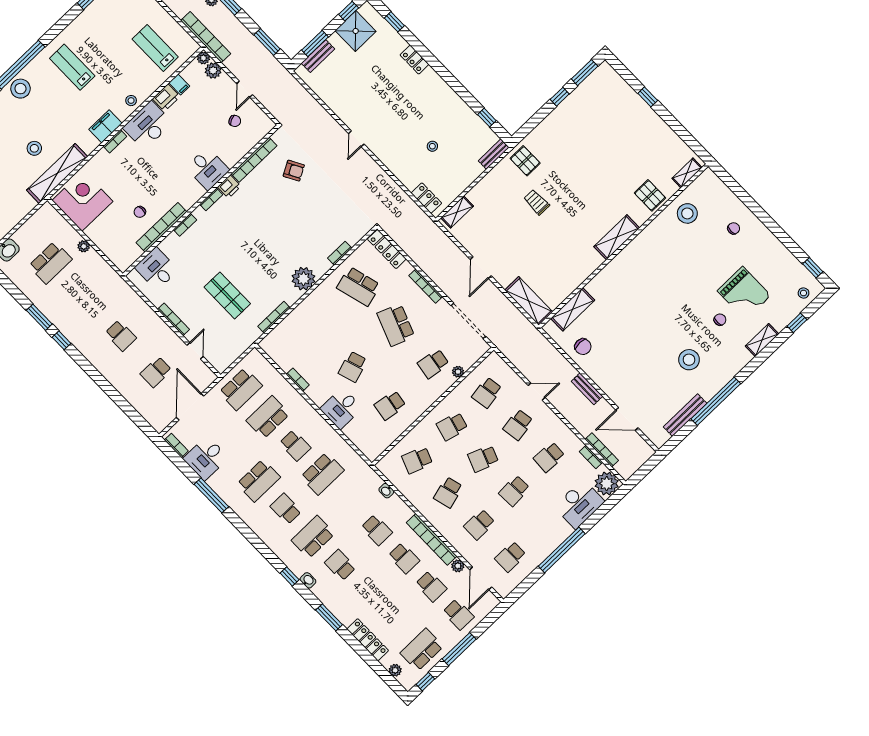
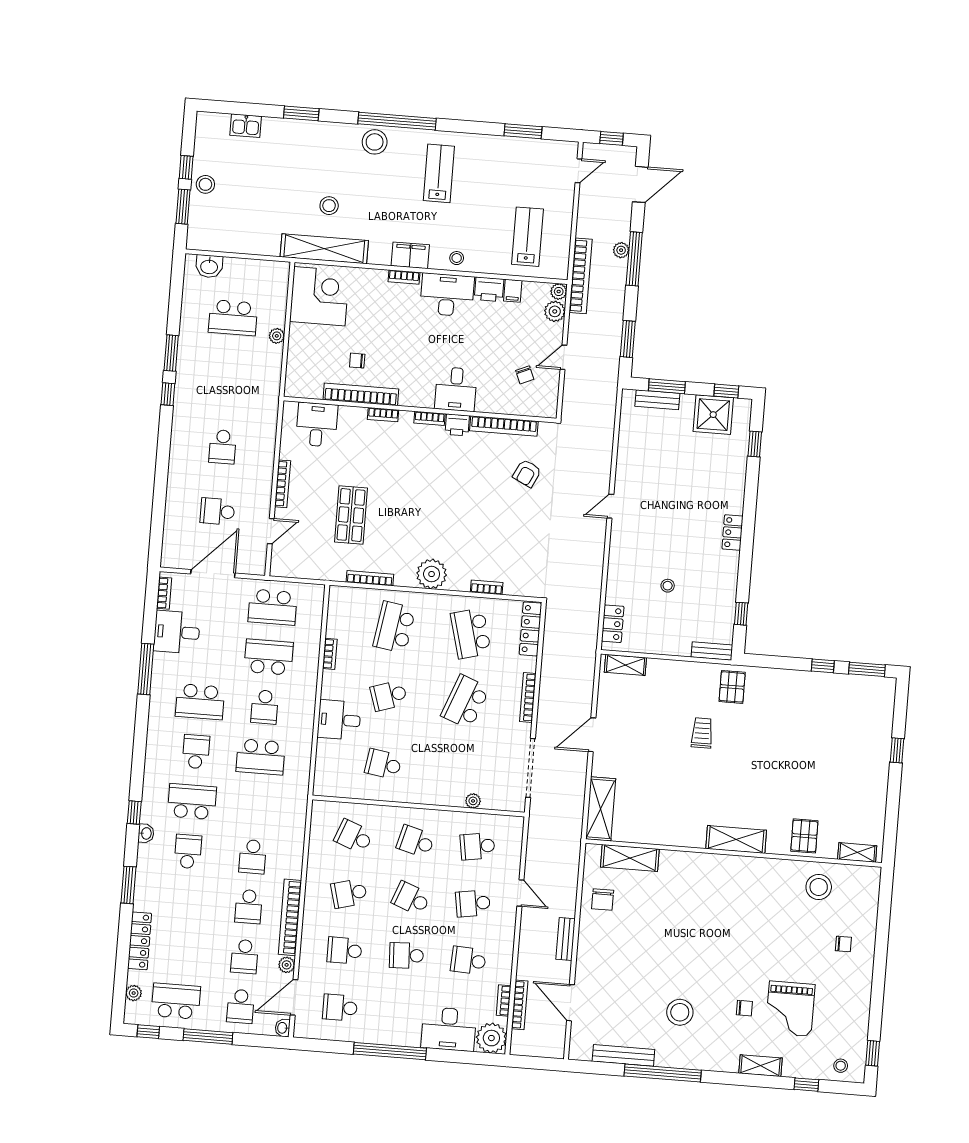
locker: (414, 60) -> (733, 532), moved
armchair: (294, 171) -> (527, 473), turned 55
school desk: (433, 364) -> (394, 627), moved, width x1.85
washbasin: (386, 491) -> (283, 1028), moved

